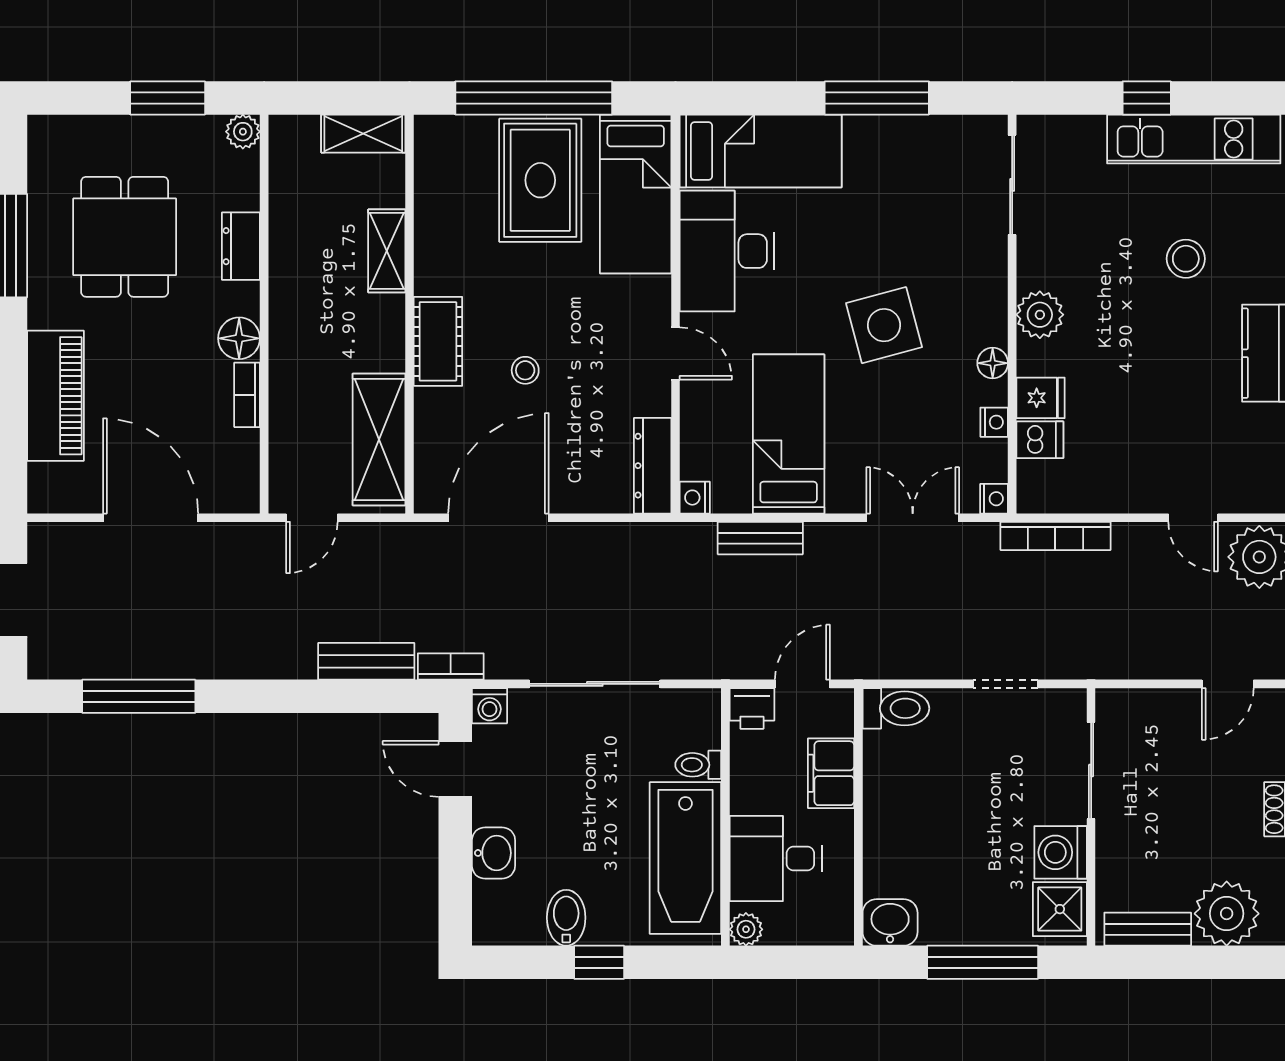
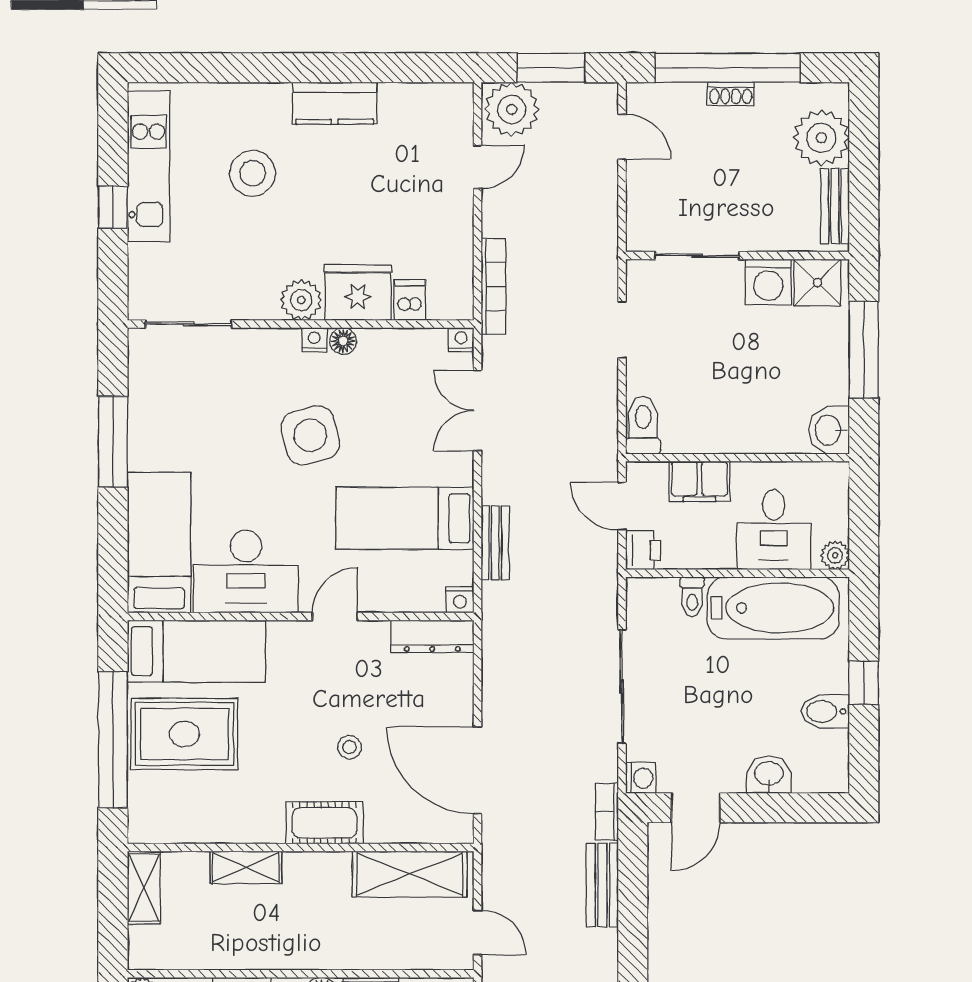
stool: (1186, 259) -> (253, 173), width x1.38, depth x1.38
fridge: (1040, 398) -> (358, 292), width x1.88, depth x1.34
nightstand: (994, 422) -> (314, 340), moved

